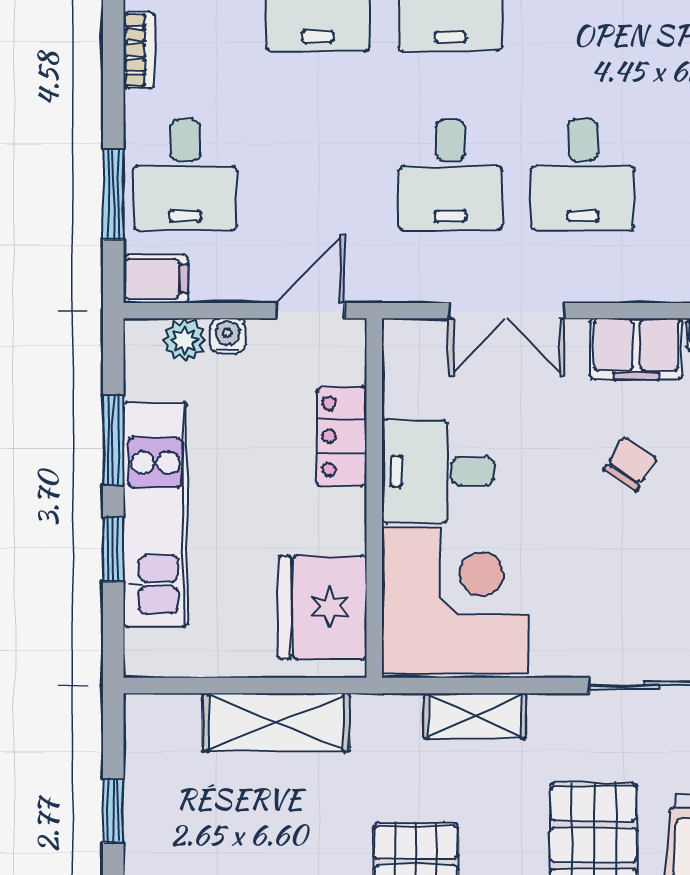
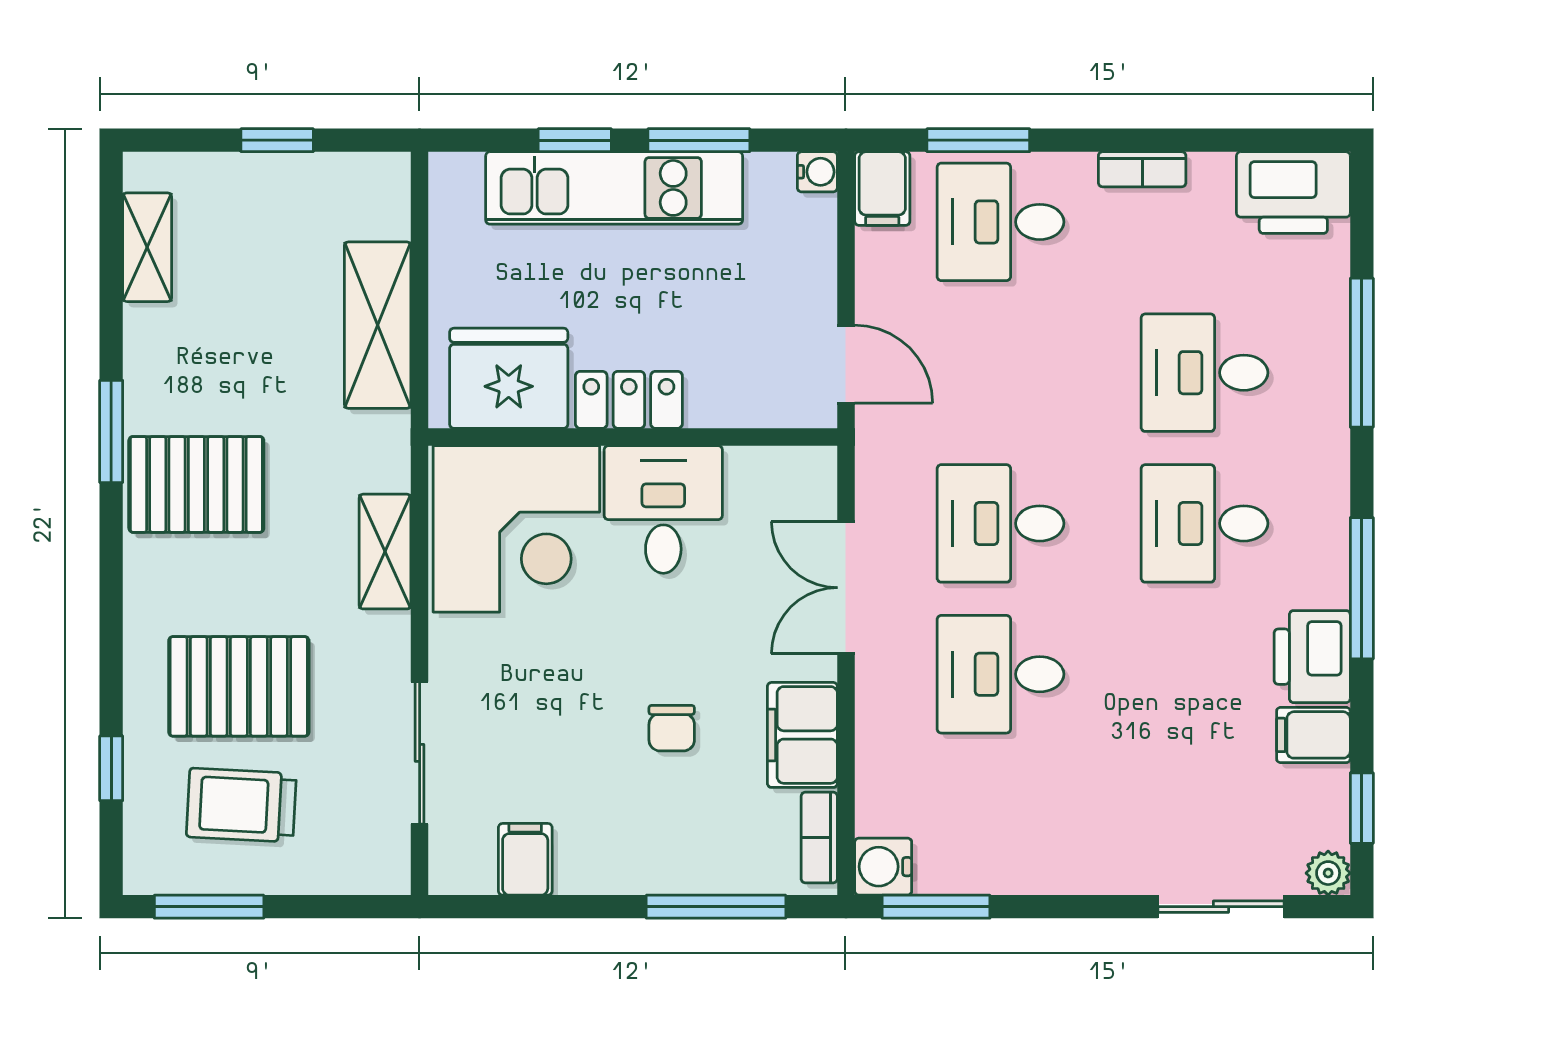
water cooler: (228, 336) -> (817, 172), moved
plant: (184, 340) -> (813, 221), removed
locker: (342, 436) -> (629, 400), moved
chair: (630, 464) -> (672, 728), turned 57

